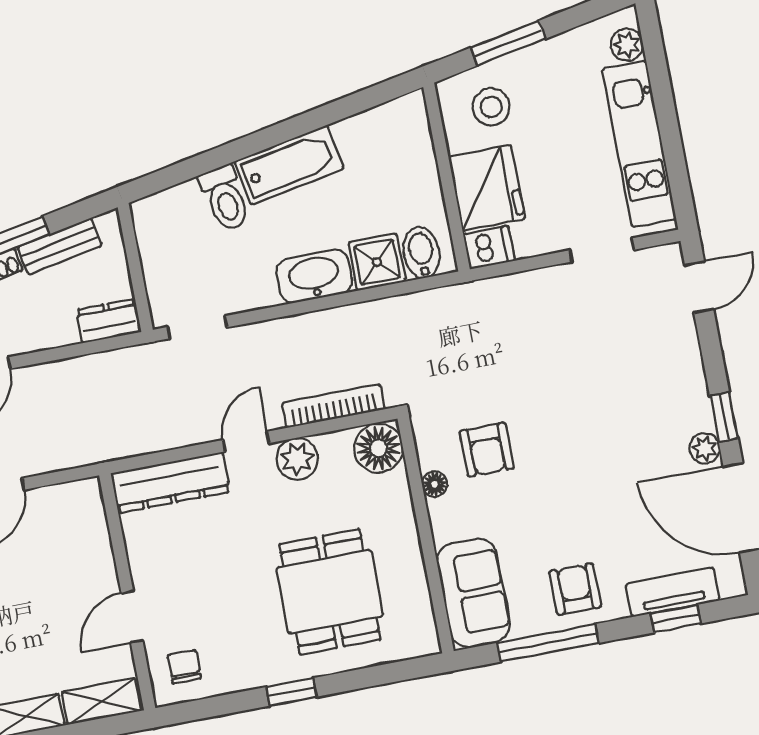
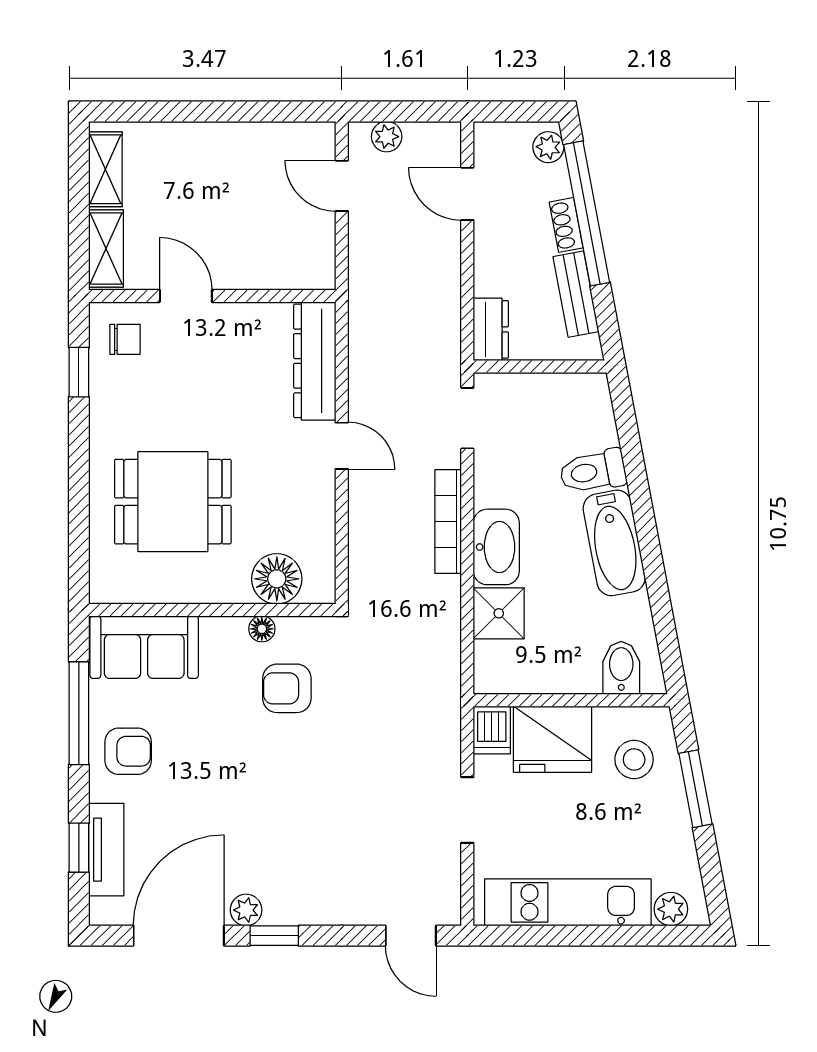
doorway: (602, 250) -> (467, 810), moved
bidet: (421, 253) -> (621, 668), moved, turned -90
bookcase: (333, 406) -> (448, 522), moved, turned 180
floor lamp: (378, 448) -> (277, 579), moved
plant: (297, 459) -> (314, 494), removed
window: (291, 692) -> (79, 372), moved

